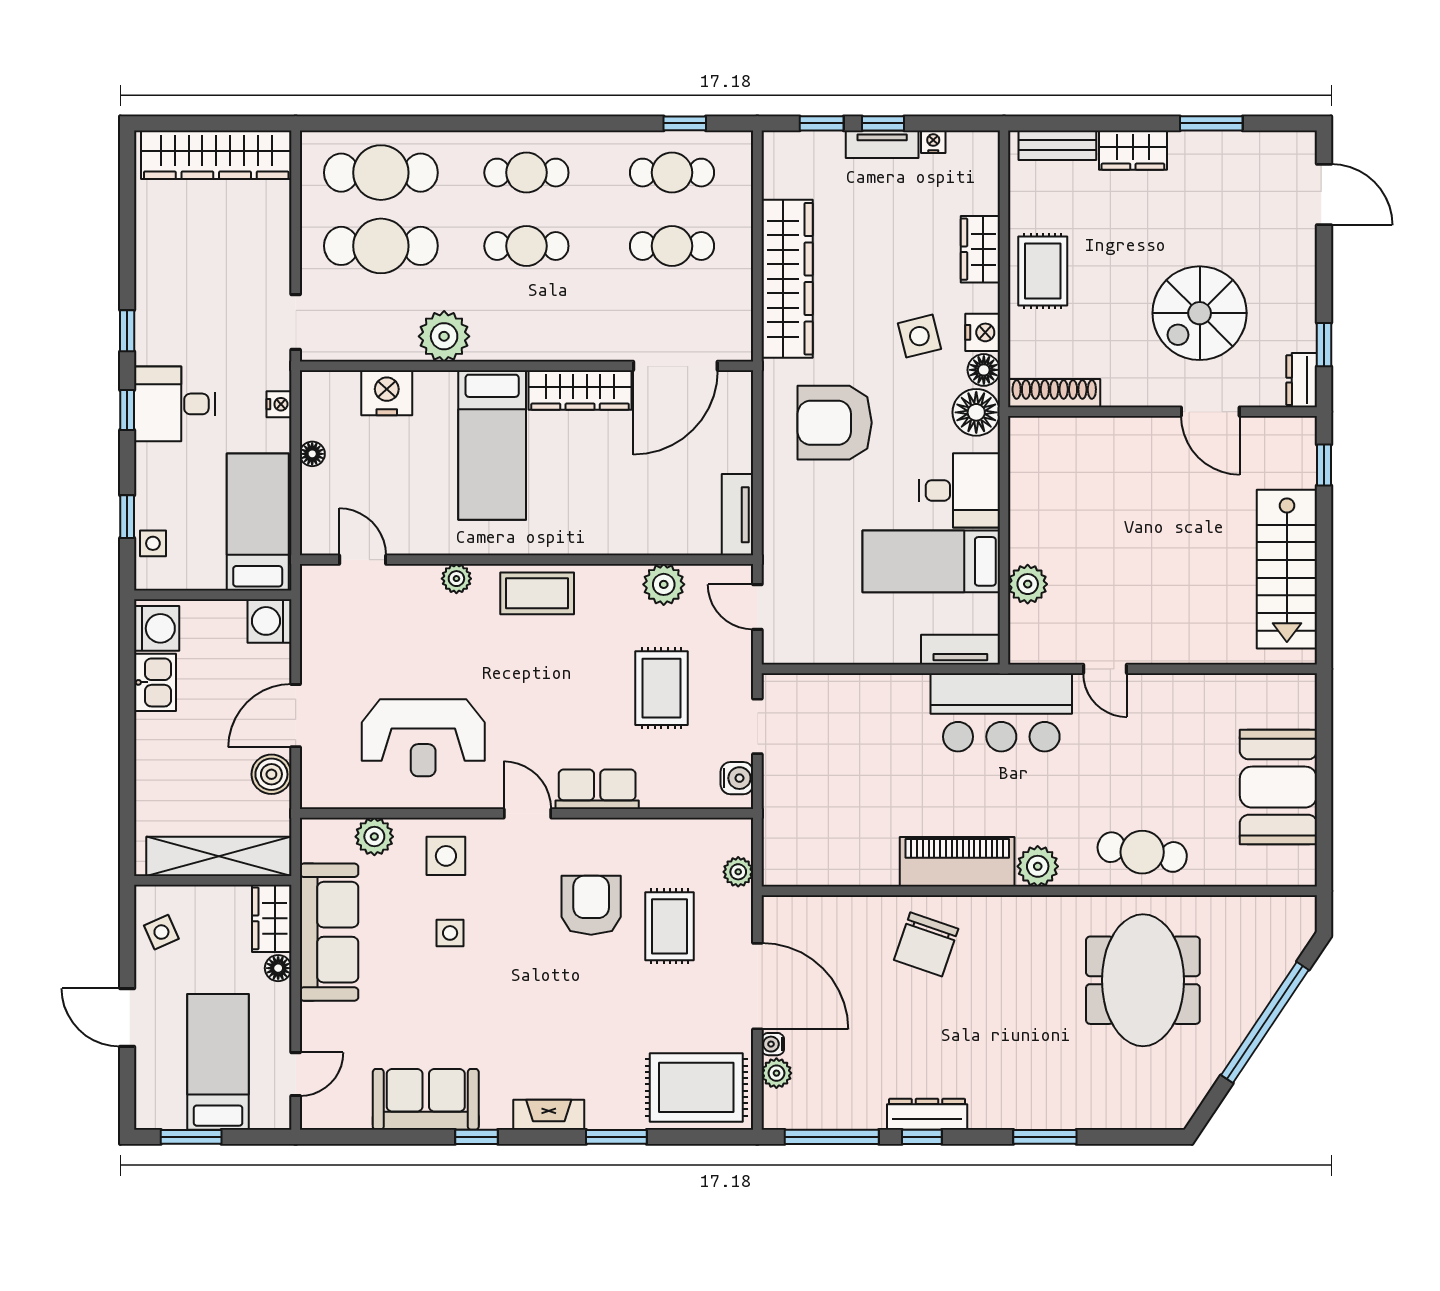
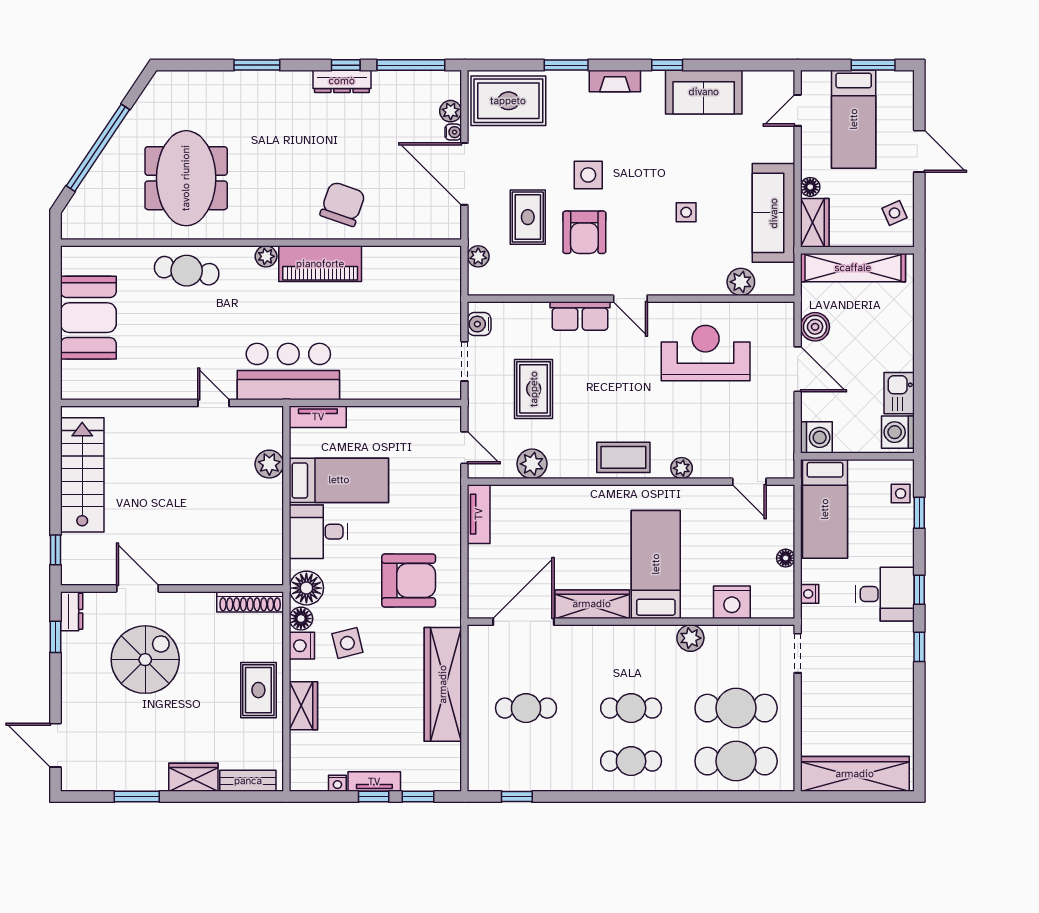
cafe table: (672, 173) -> (526, 761), removed
plant: (444, 336) -> (690, 638), width x0.73, depth x0.73
door: (296, 716) -> (798, 369), hinge flipped
side table: (446, 856) -> (588, 175), moved
plant: (1038, 866) -> (266, 256), width x0.73, depth x0.73

